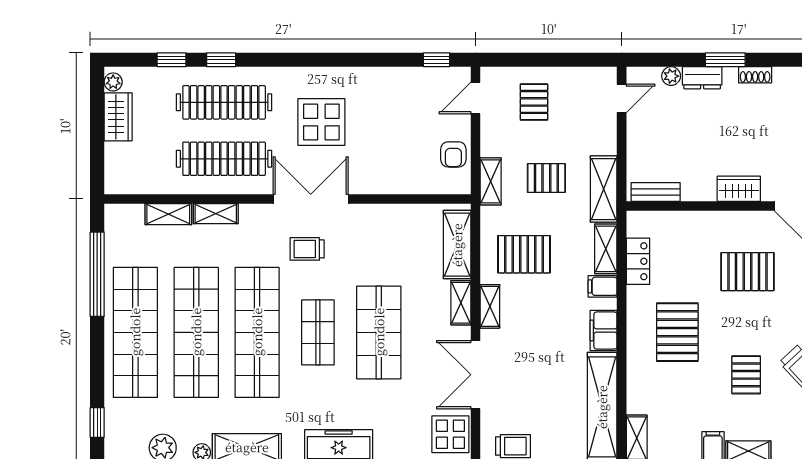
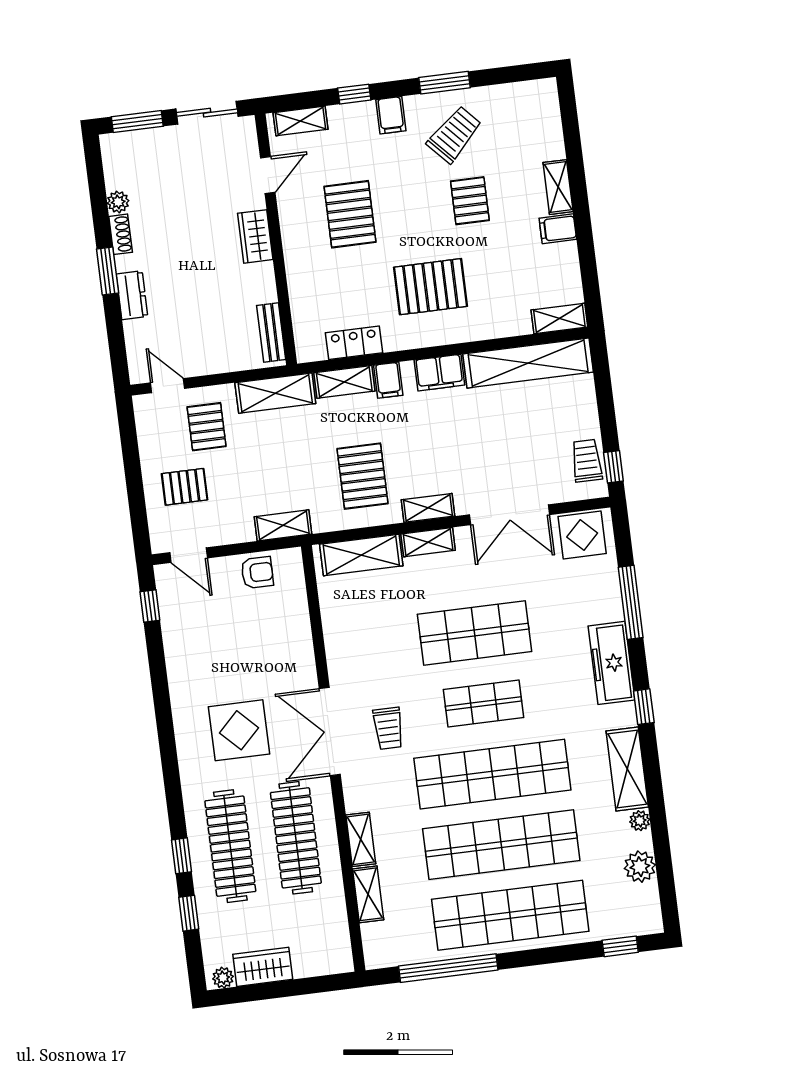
plant: (671, 76) -> (118, 202), moved
pallet: (546, 178) -> (207, 427), moved
pallet: (746, 375) -> (470, 201), turned 90

